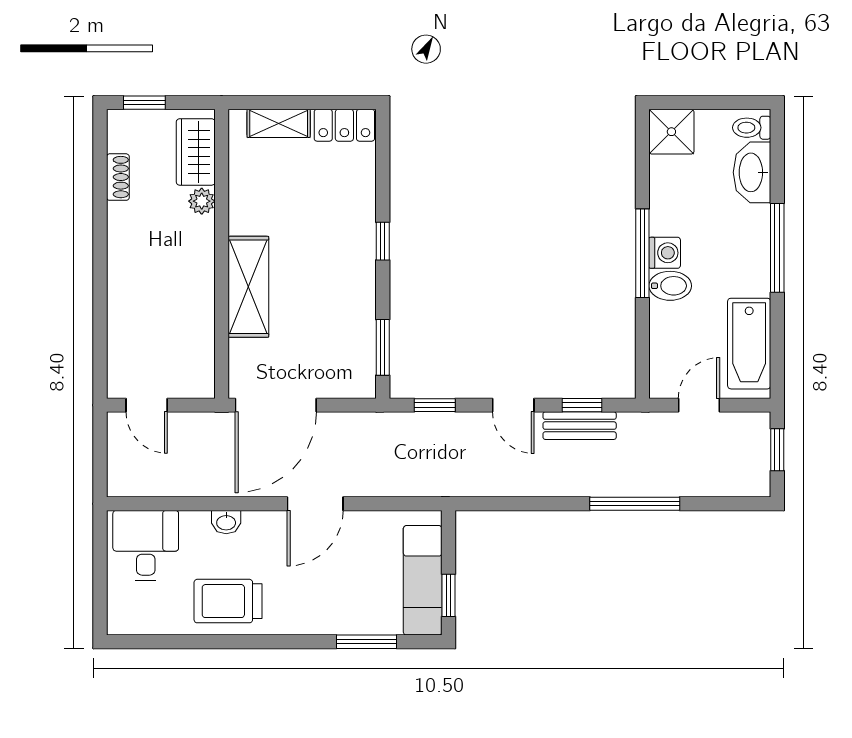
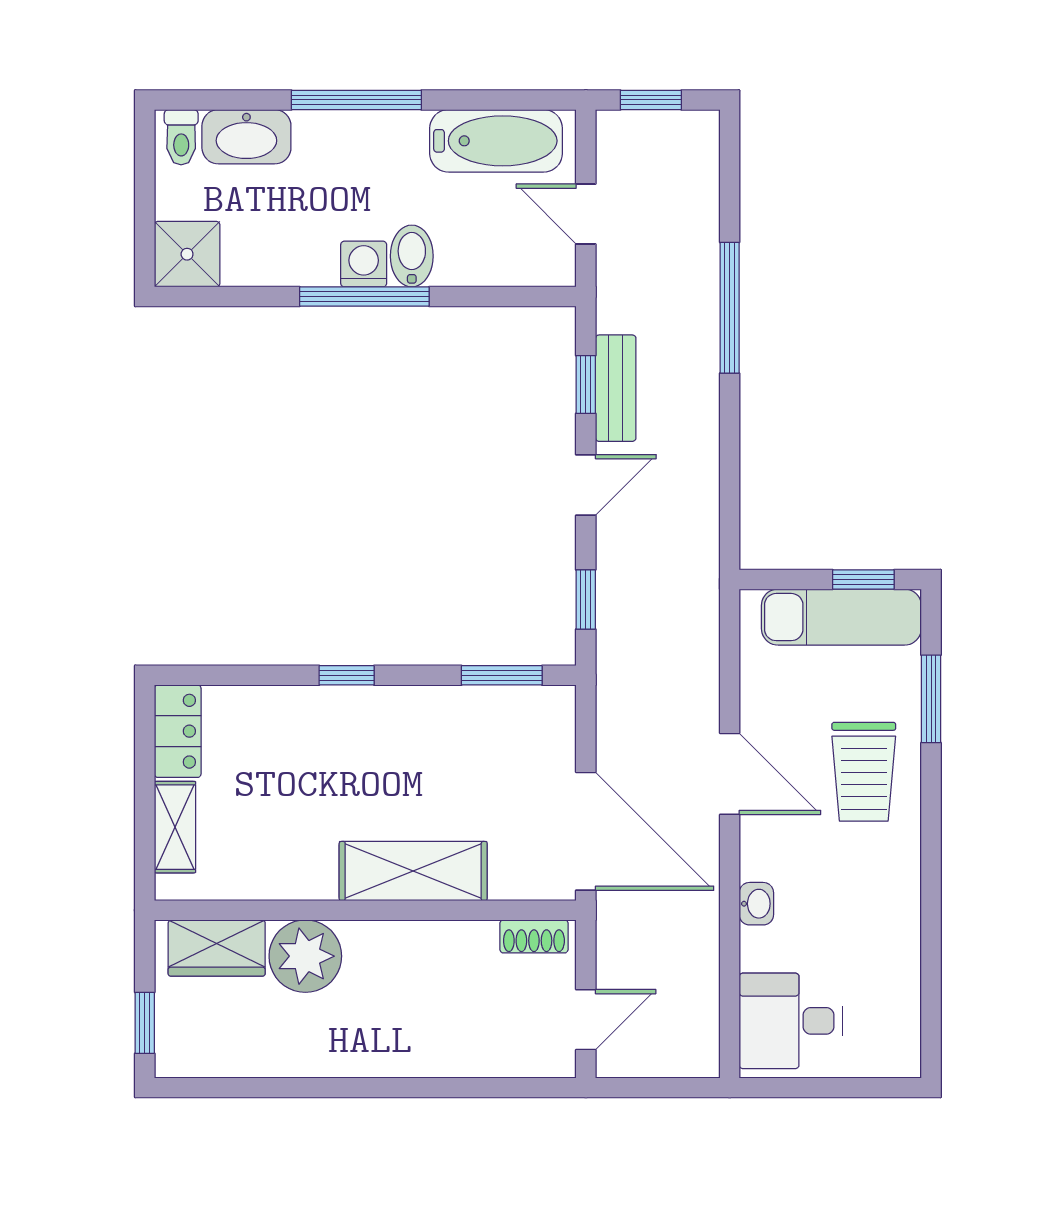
shoe rack: (118, 177) -> (534, 936), moved, turned 180
plant: (202, 201) -> (305, 956), width x1.88, depth x1.88
trolley: (228, 601) -> (864, 772), moved

